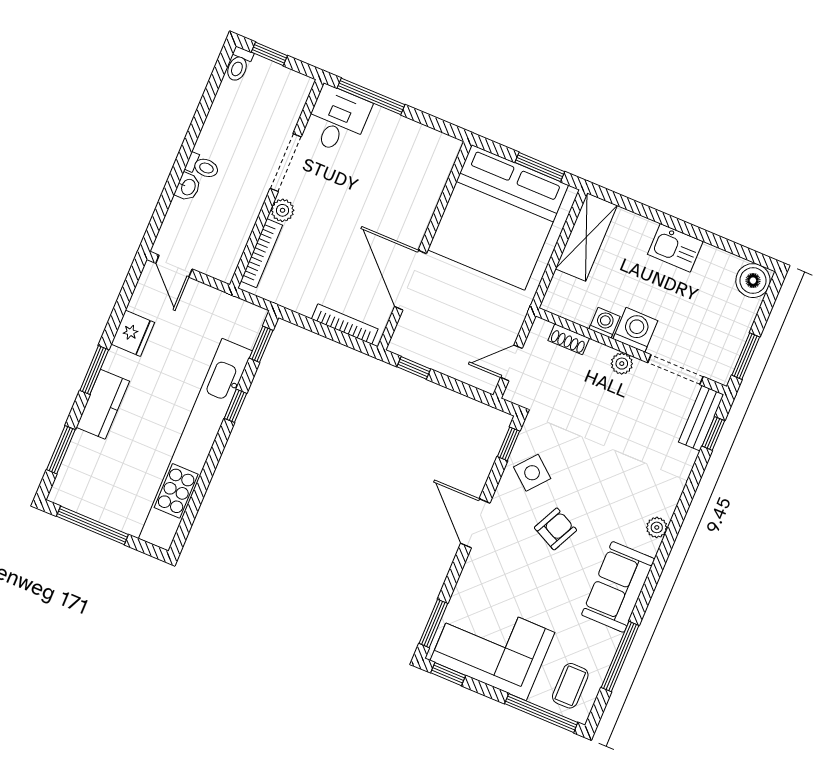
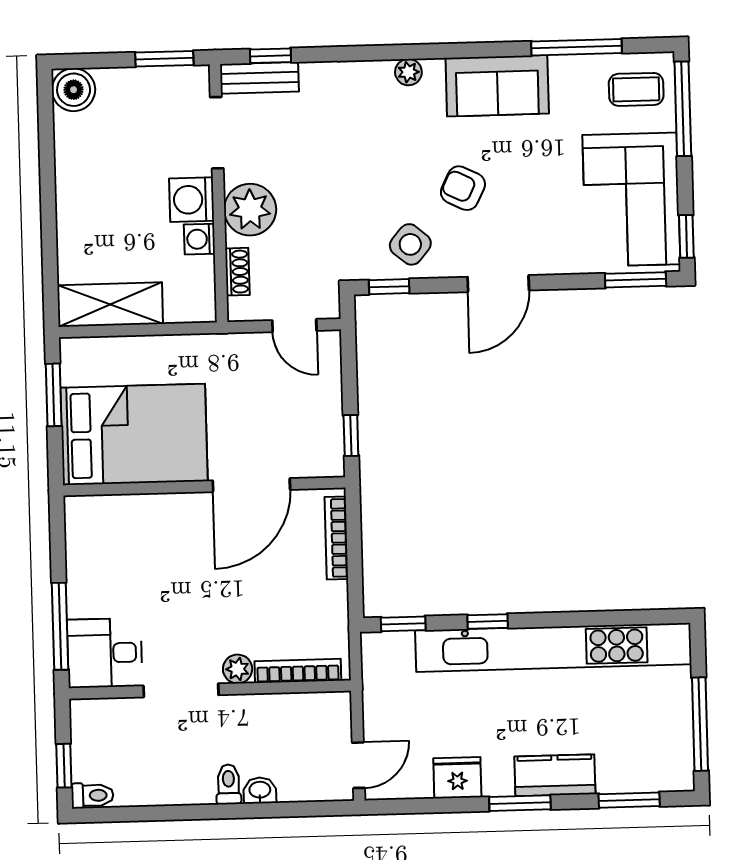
bed: (498, 217) -> (134, 434), width x0.73
kitchen sink: (675, 248) -> (76, 196), removed
plant: (622, 364) -> (250, 210), width x1.88, depth x1.88

